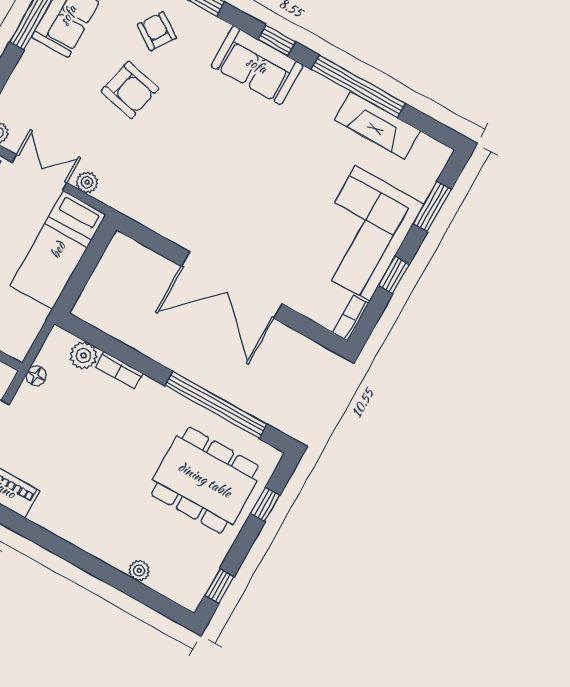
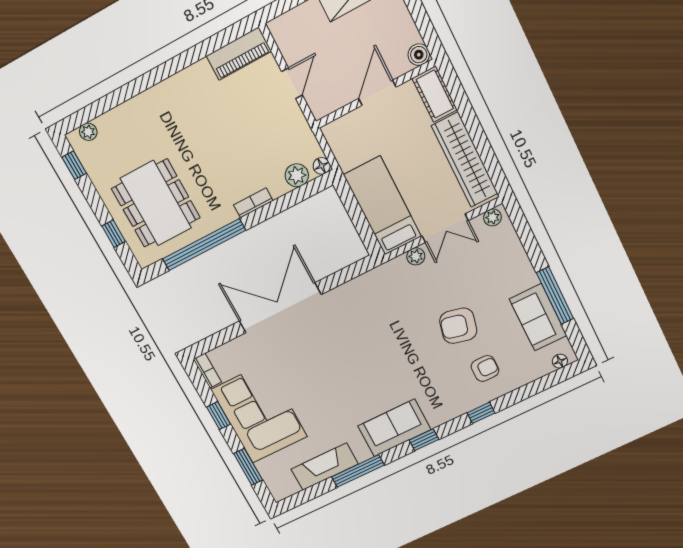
armchair: (157, 31) -> (485, 368), turned -34
sofa: (257, 65) -> (394, 428), moved
window: (358, 86) -> (358, 471), width x0.68
bookcase: (119, 370) -> (253, 203), moved
floor lamp: (36, 376) -> (322, 166), moved
dining table: (205, 480) -> (156, 203), turned 90
plant: (139, 571) -> (88, 132), moved

